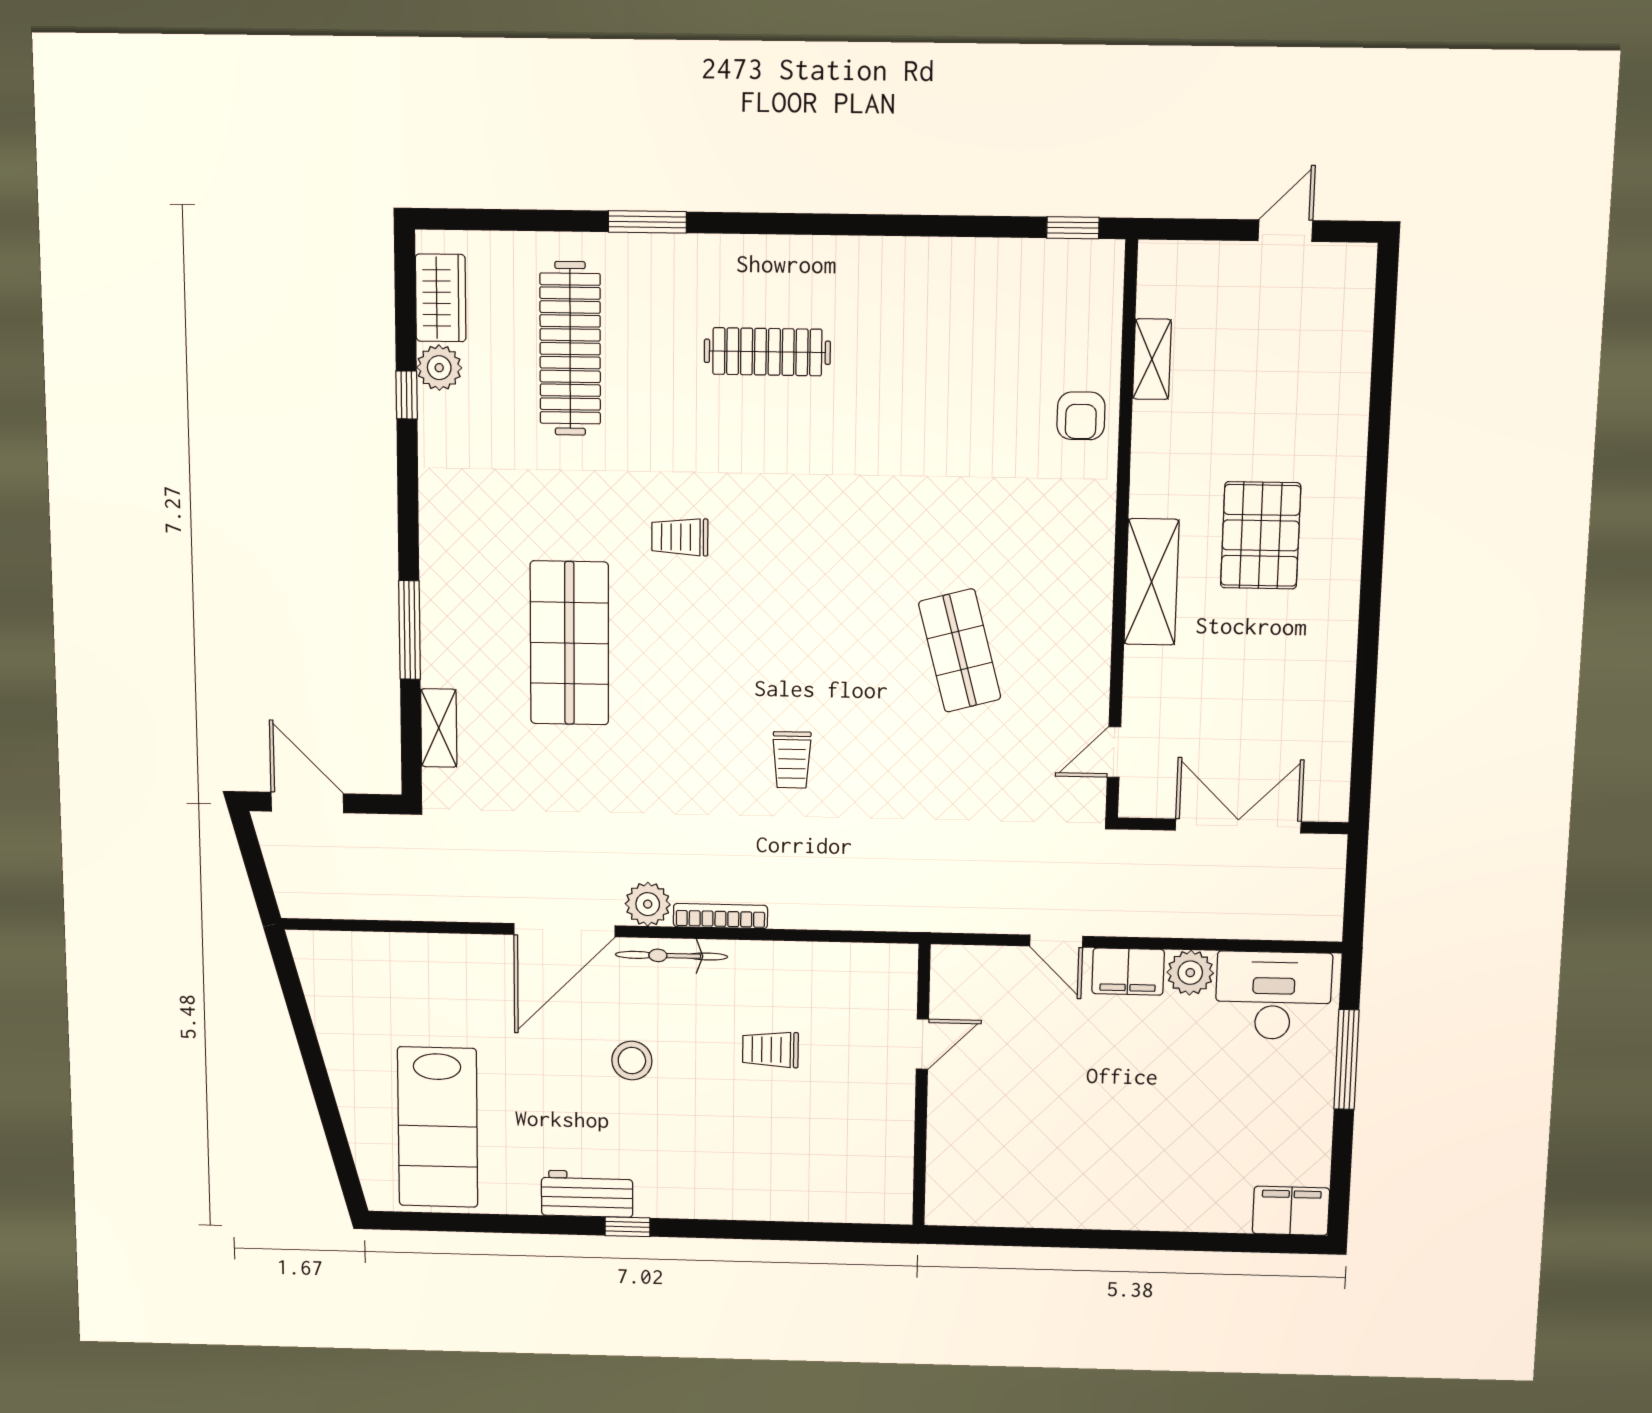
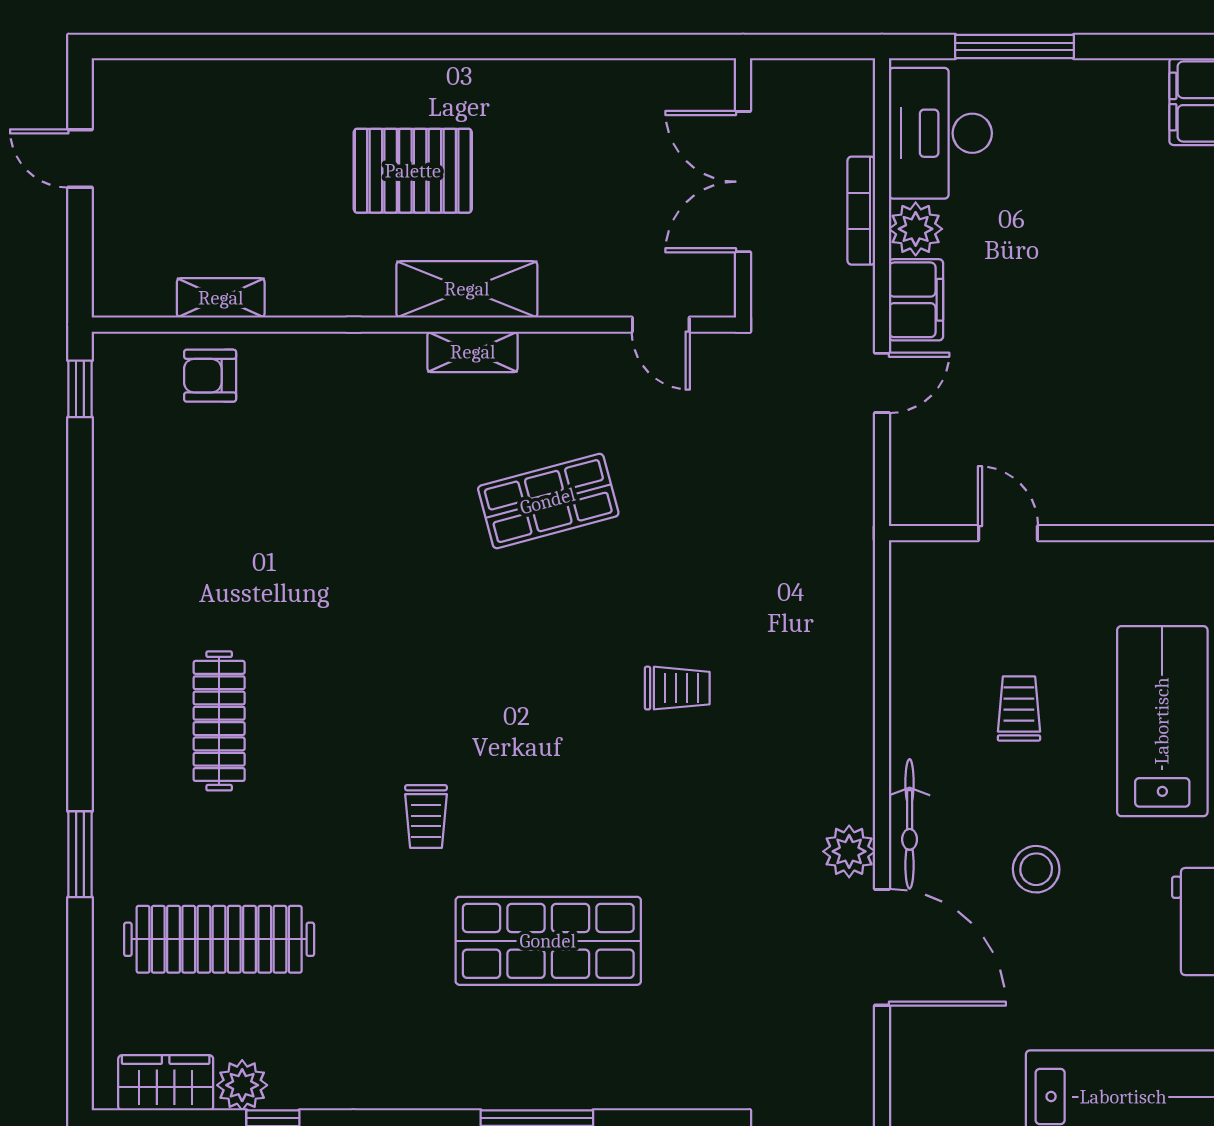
armchair: (1081, 416) -> (210, 376), moved, turned 180
shelving: (439, 728) -> (473, 352), moved
bookcase: (720, 916) -> (861, 211), moved
trolley: (770, 1050) -> (1019, 709), turned 180
lab bench: (758, 1168) -> (1162, 721), added

